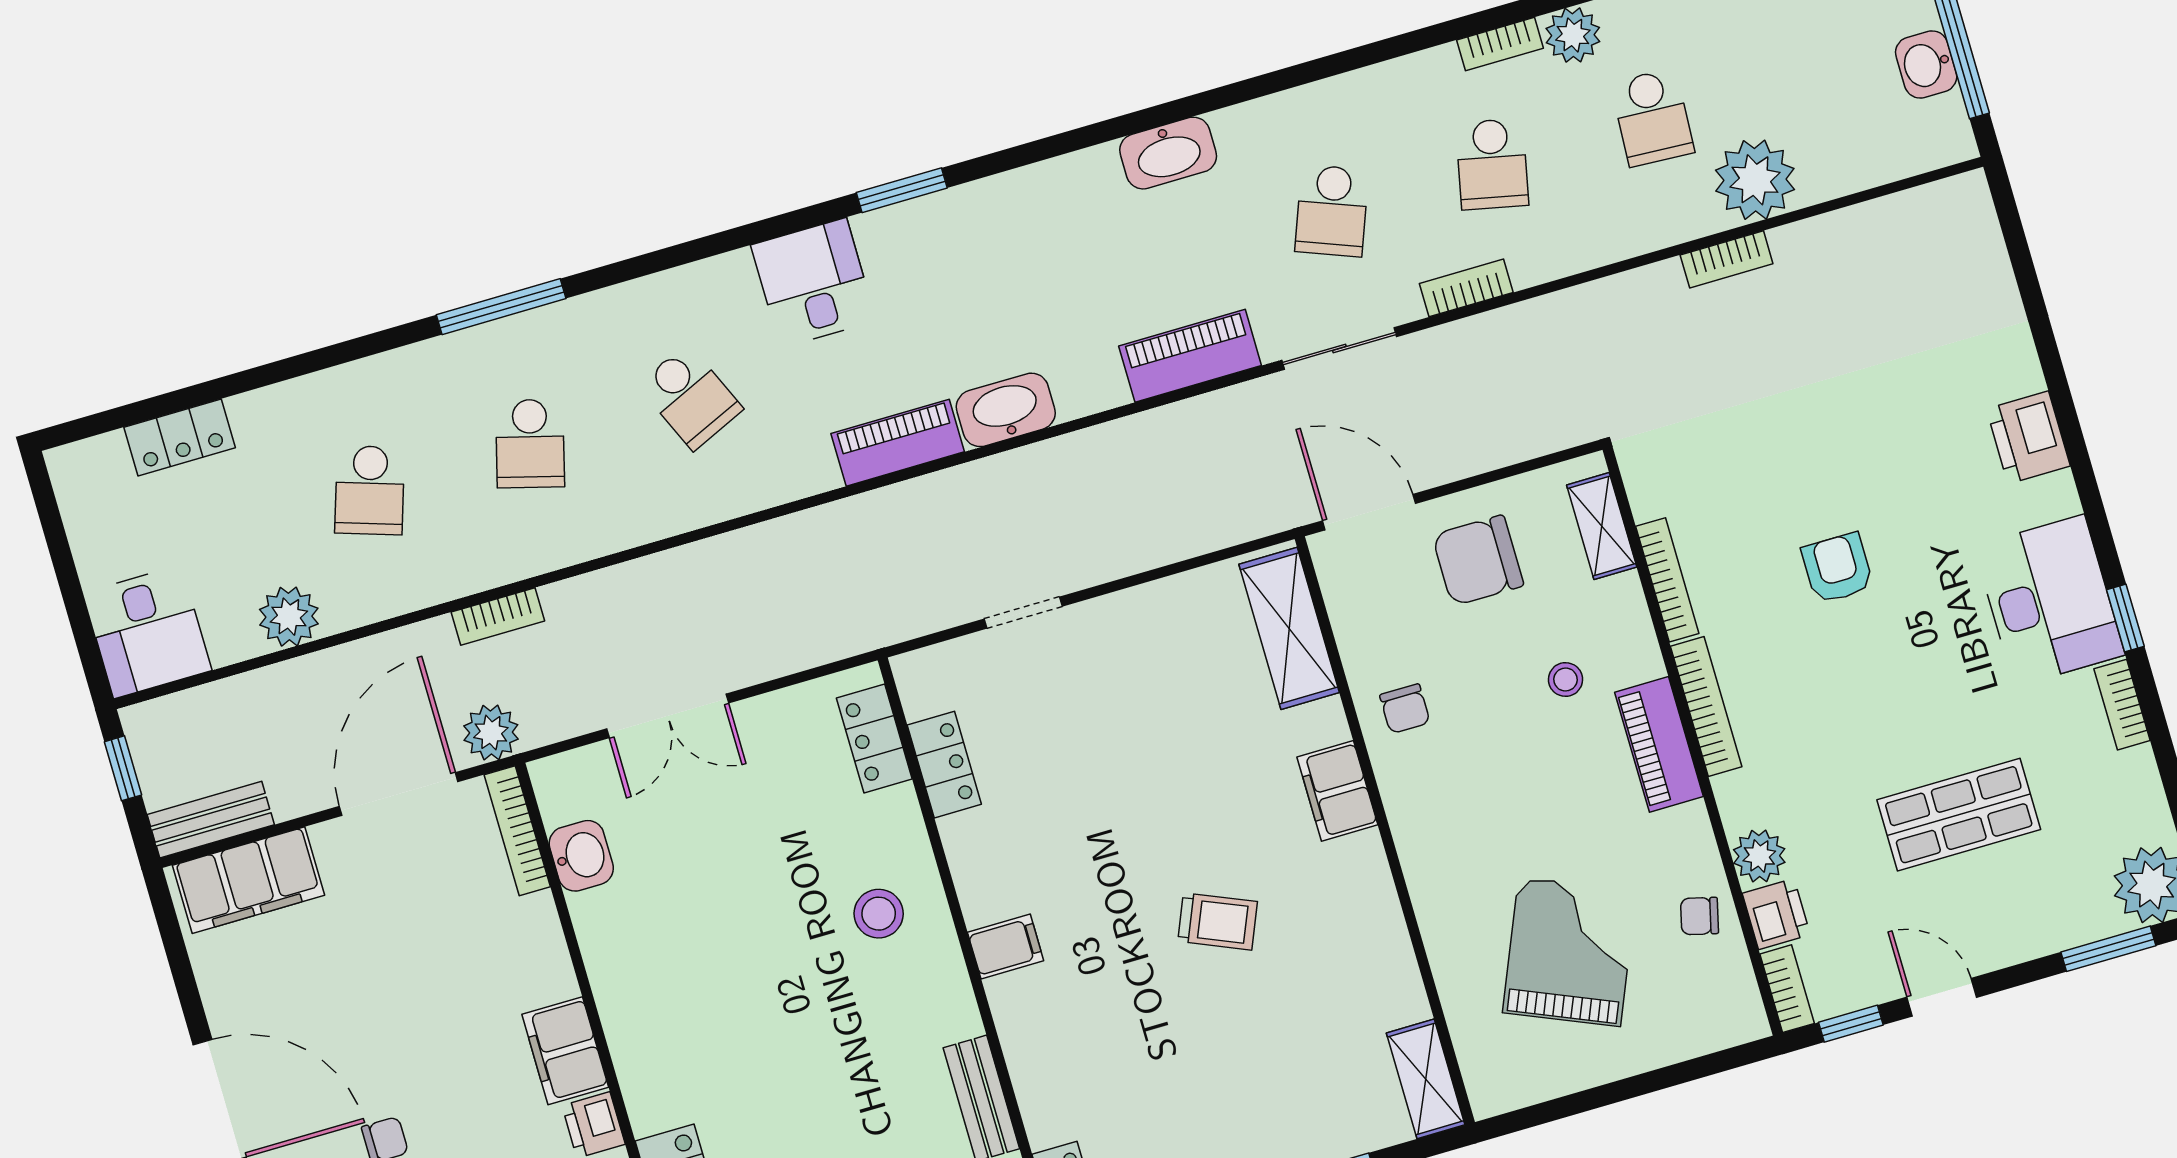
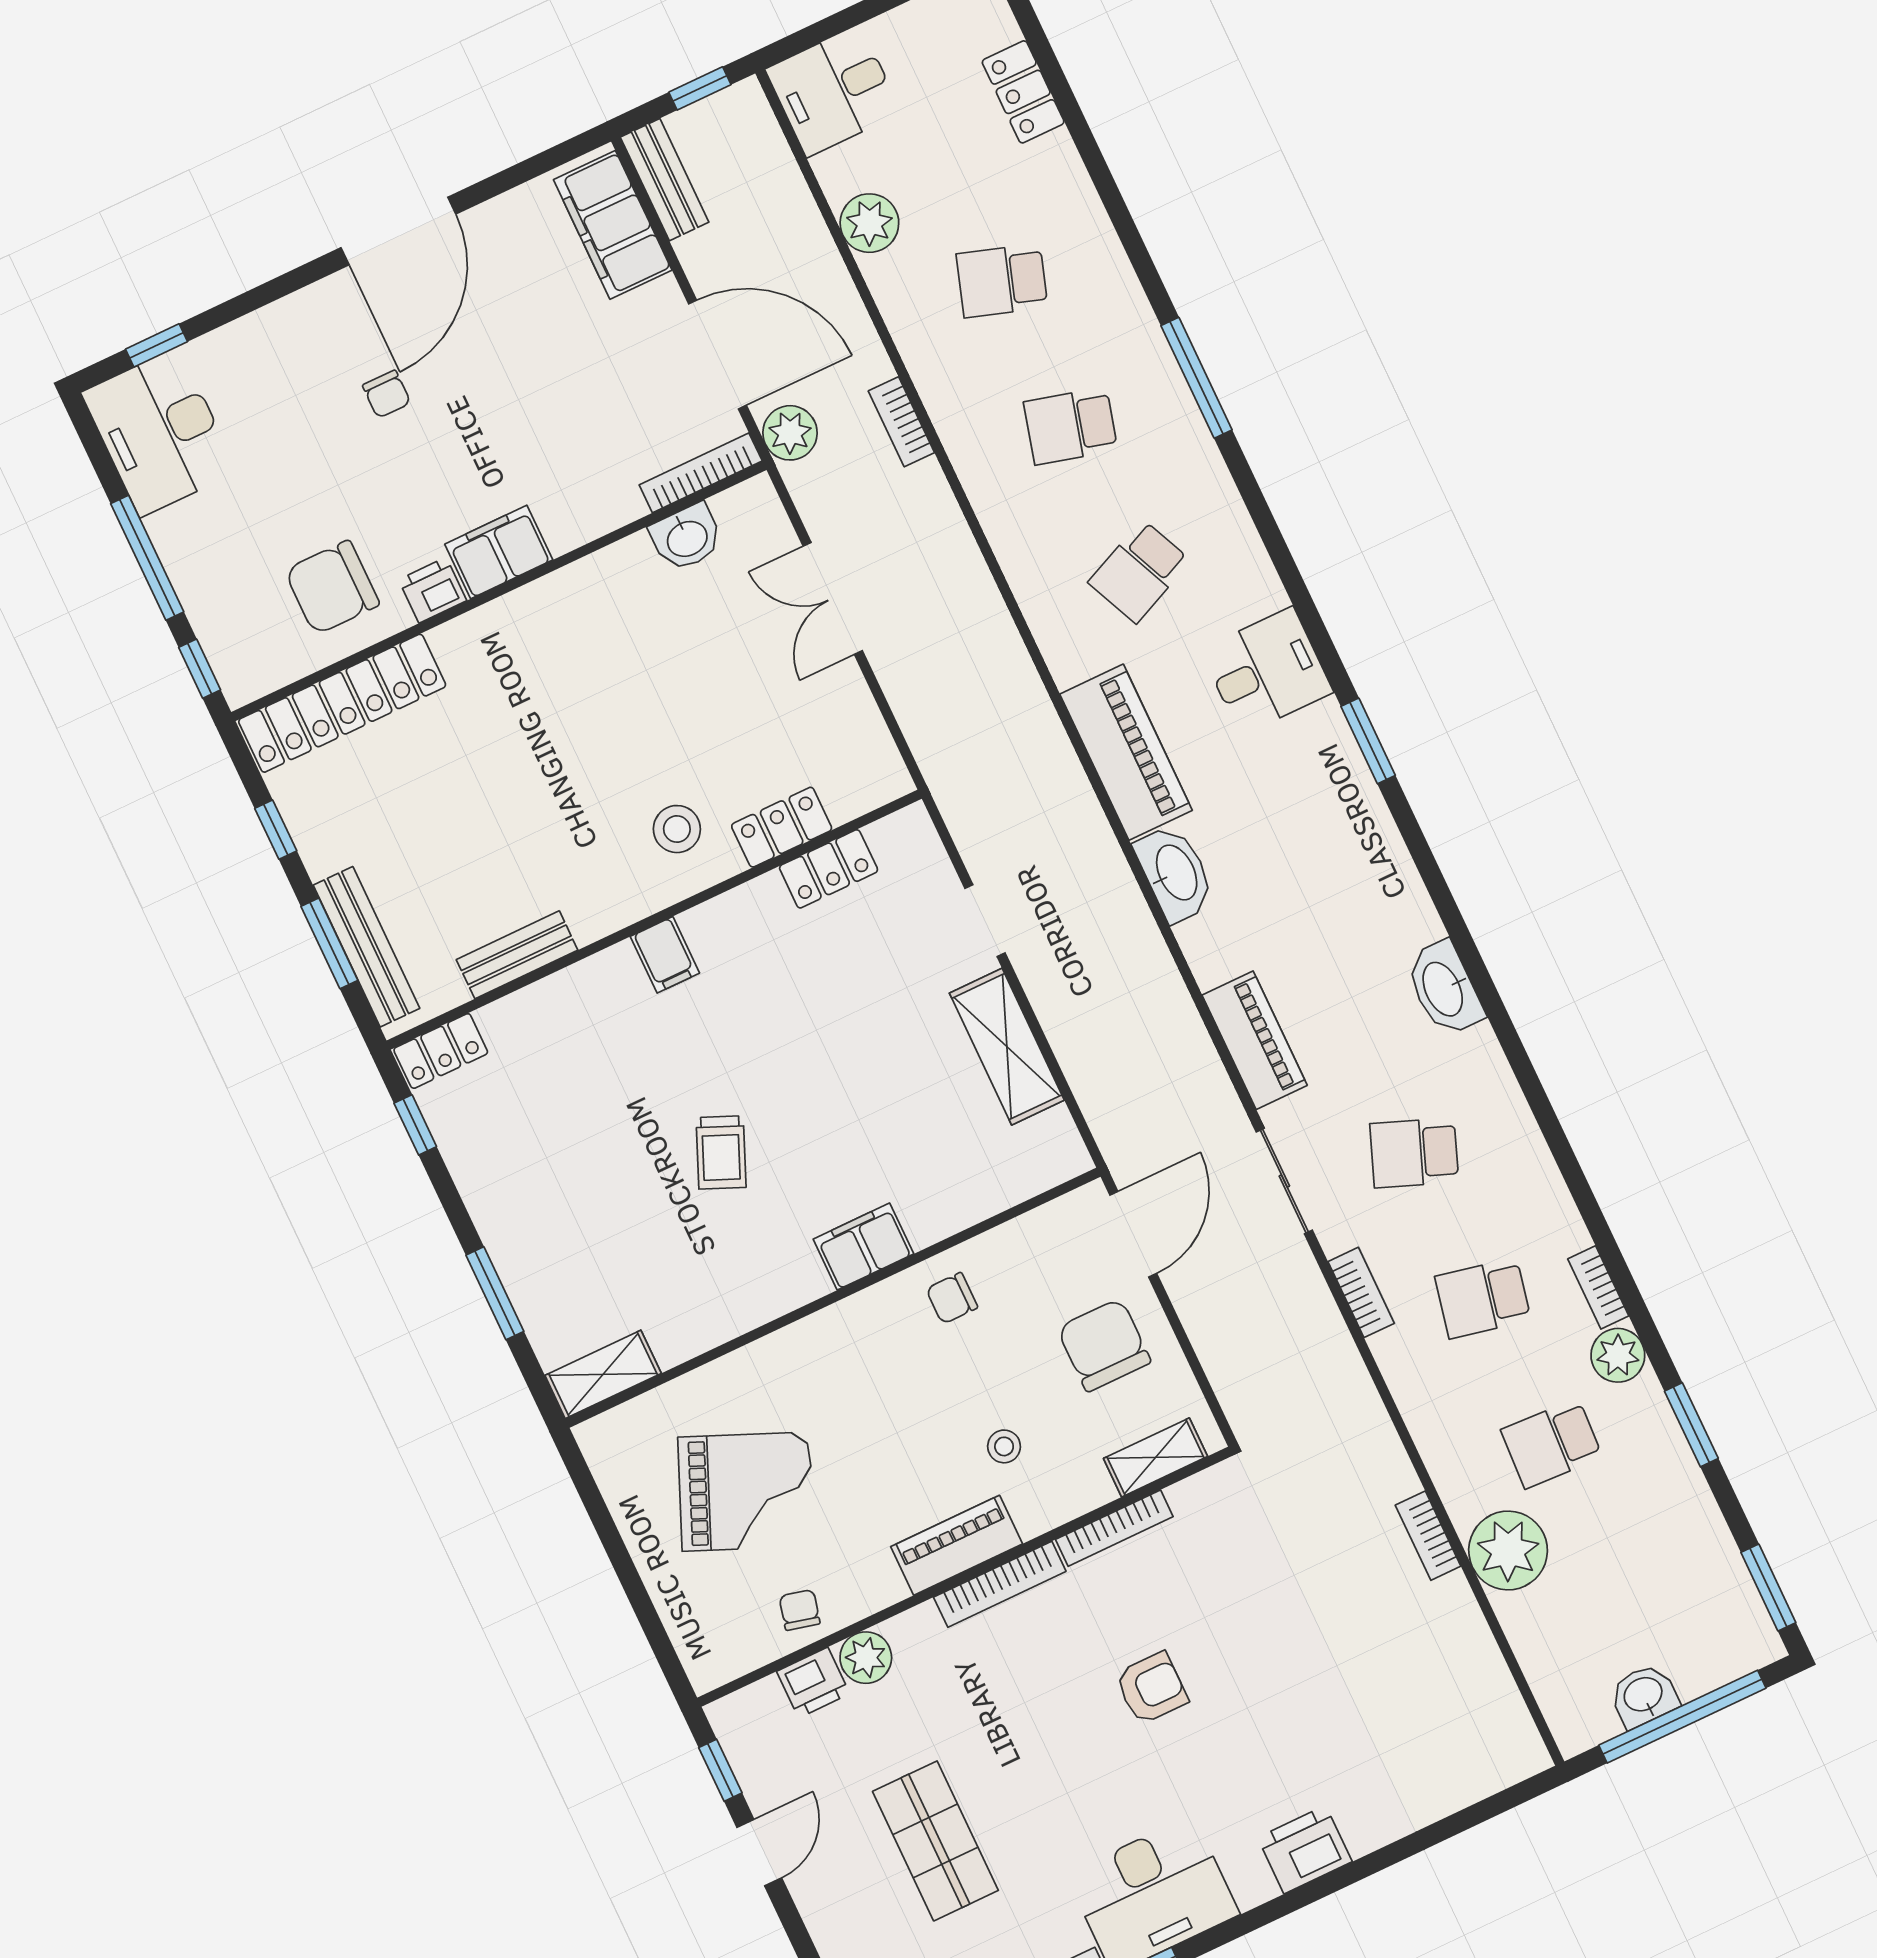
piano: (898, 443) -> (1126, 752), width x1.37, depth x1.33
shelving: (1289, 628) -> (1007, 1047), moved, turned 90
locker: (874, 738) -> (782, 827), moved
bookcase: (1787, 989) -> (744, 1704), removed

